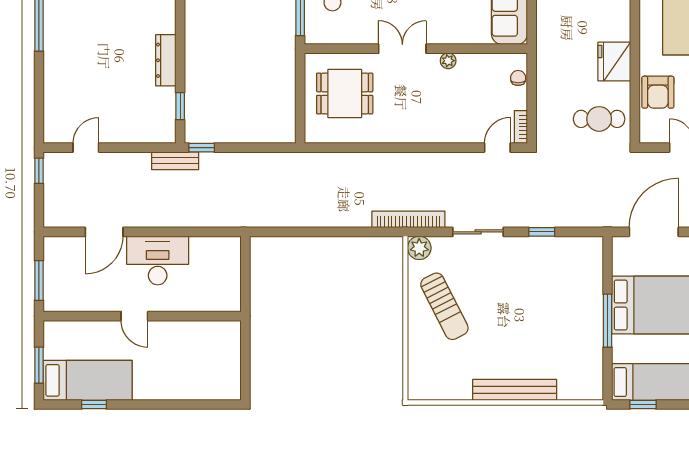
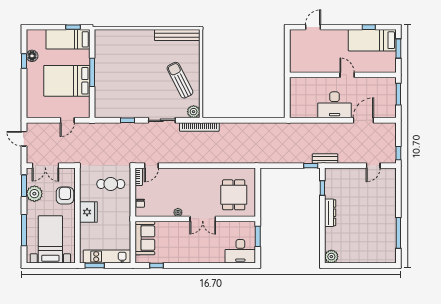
dining table: (345, 94) -> (234, 195), turned 90
cafe table: (599, 119) -> (111, 184), moved
door: (654, 232) -> (67, 120), width x0.53
bench: (515, 390) -> (177, 35), moved
door: (197, 405) -> (313, 27), added

